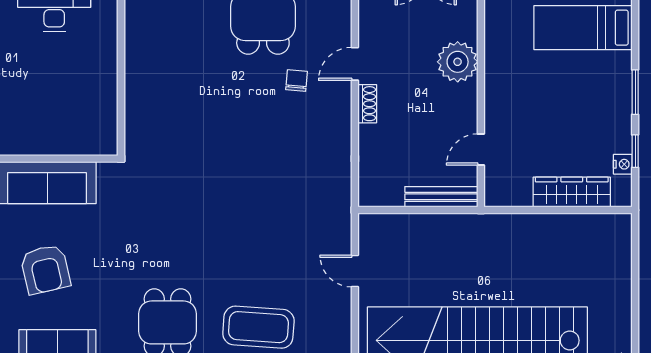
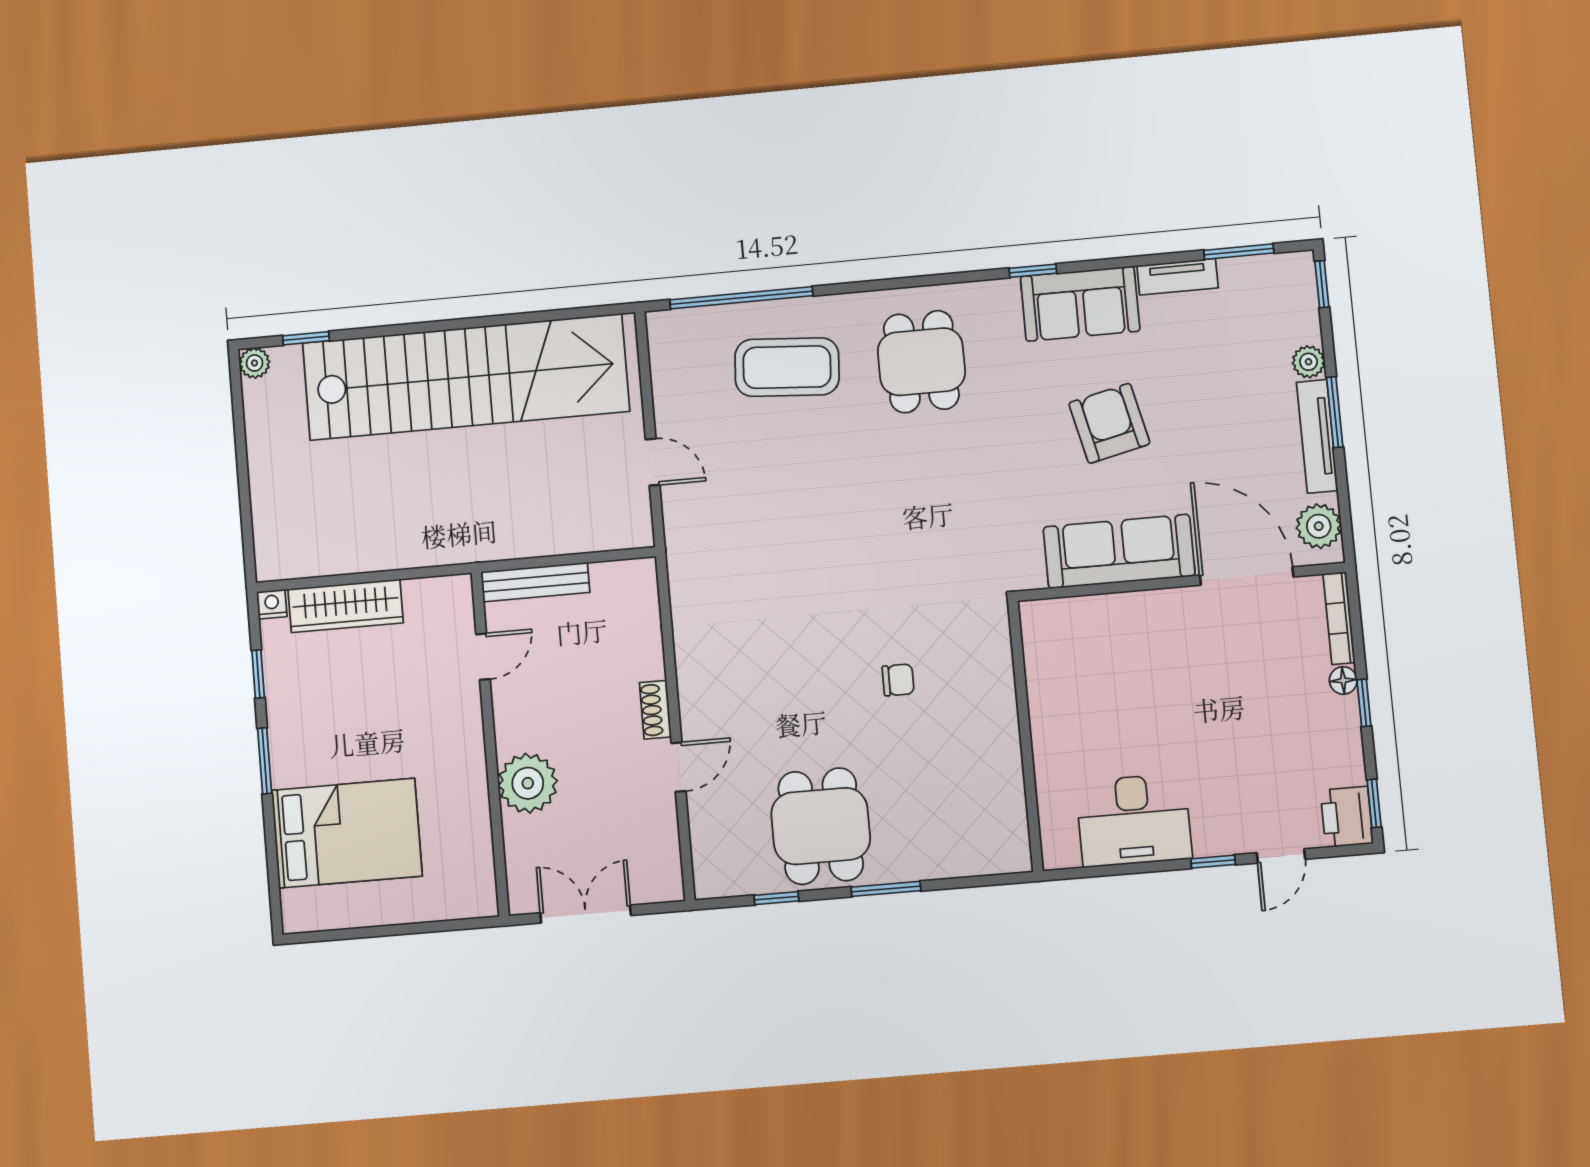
bed: (583, 28) -> (347, 833), width x1.50
chair: (297, 81) -> (898, 680), moved, turned -95
nightstand: (623, 164) -> (272, 604), moved, turned 90

